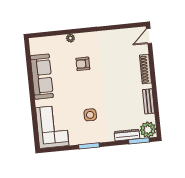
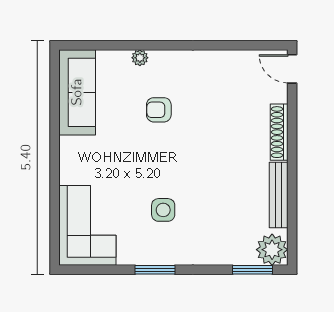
door: (149, 36) -> (292, 69), hinge flipped
sofa: (42, 77) -> (77, 92), moved
bench: (149, 101) -> (279, 195), width x1.36
dresser: (127, 135) -> (230, 256), removed

